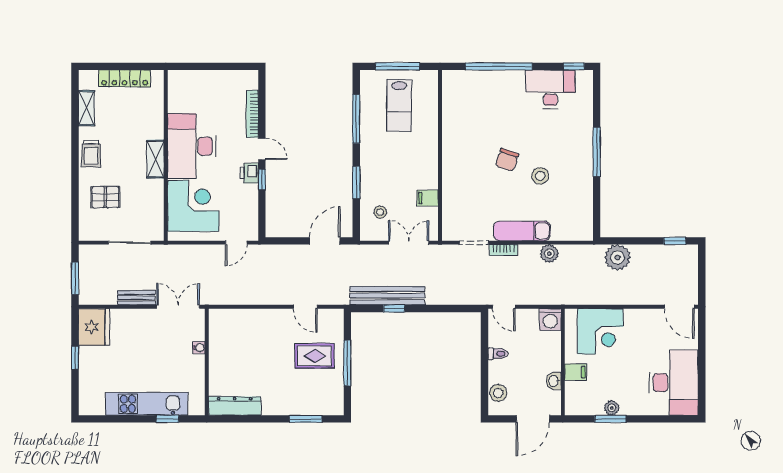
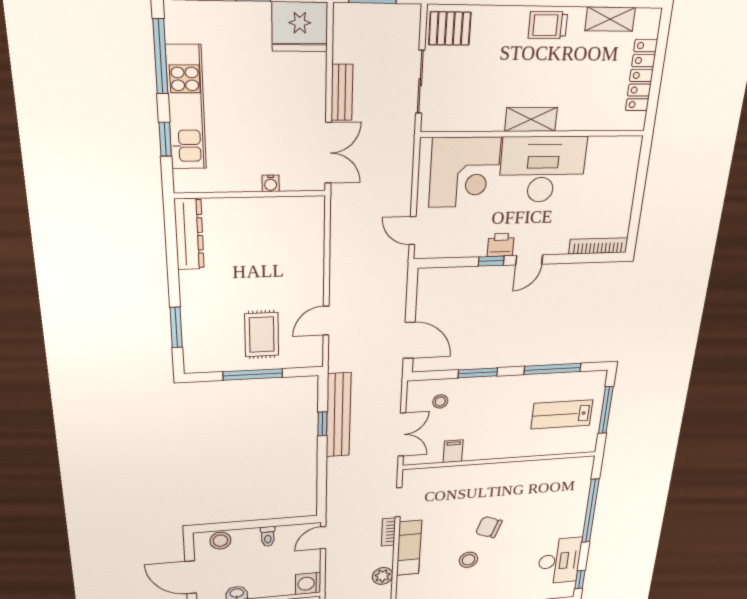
bookcase: (252, 114) -> (598, 246), moved
pallet: (105, 197) -> (450, 29), moved, turned 90
window: (114, 419) -> (160, 57), added

